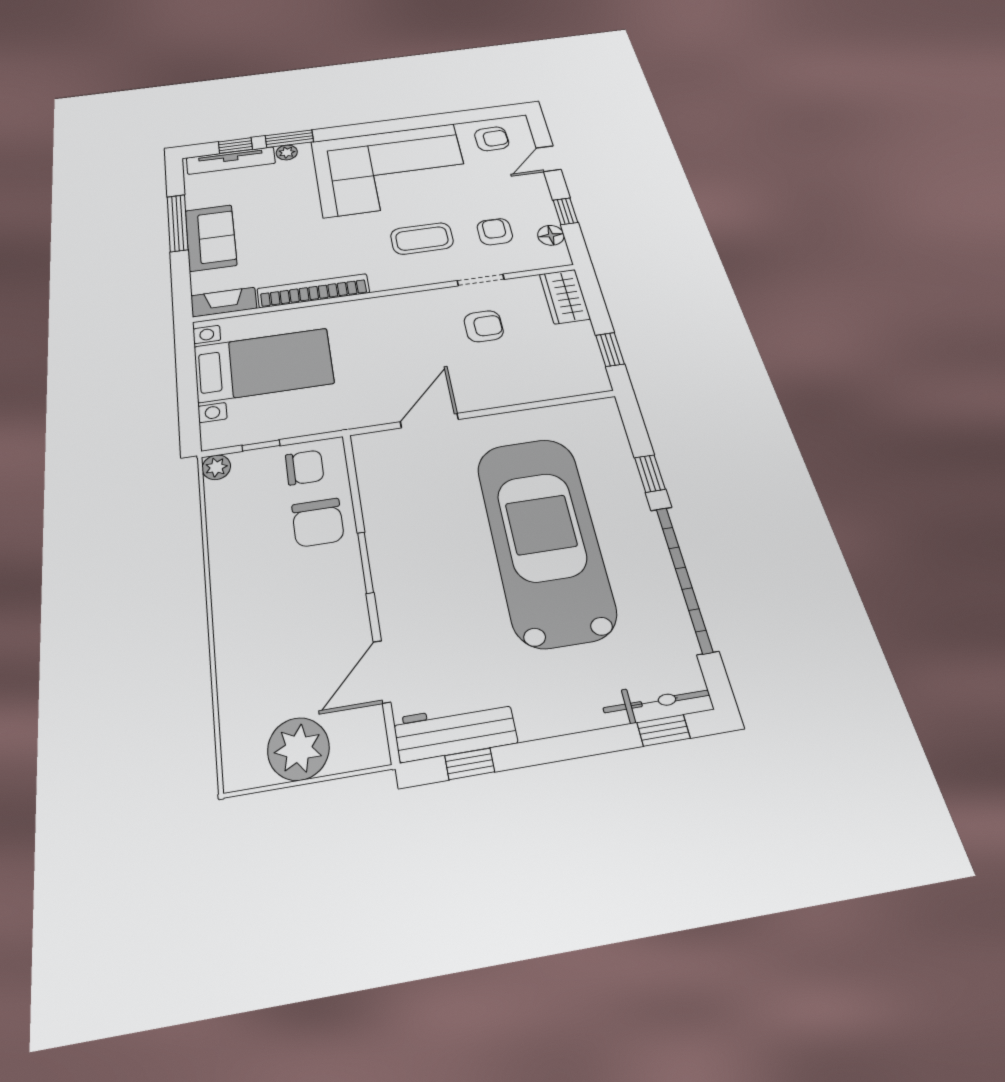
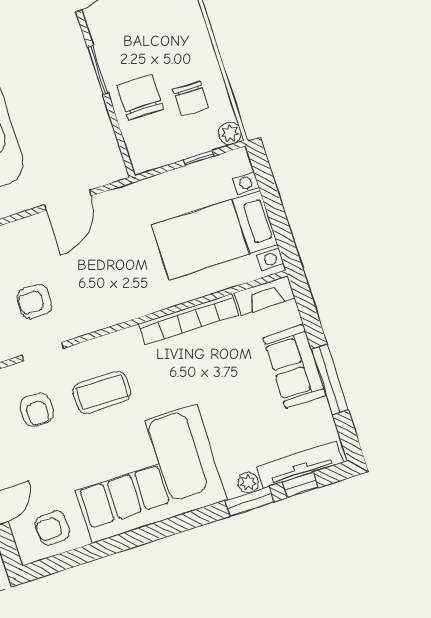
chair: (305, 467) -> (191, 99), moved, turned -90

